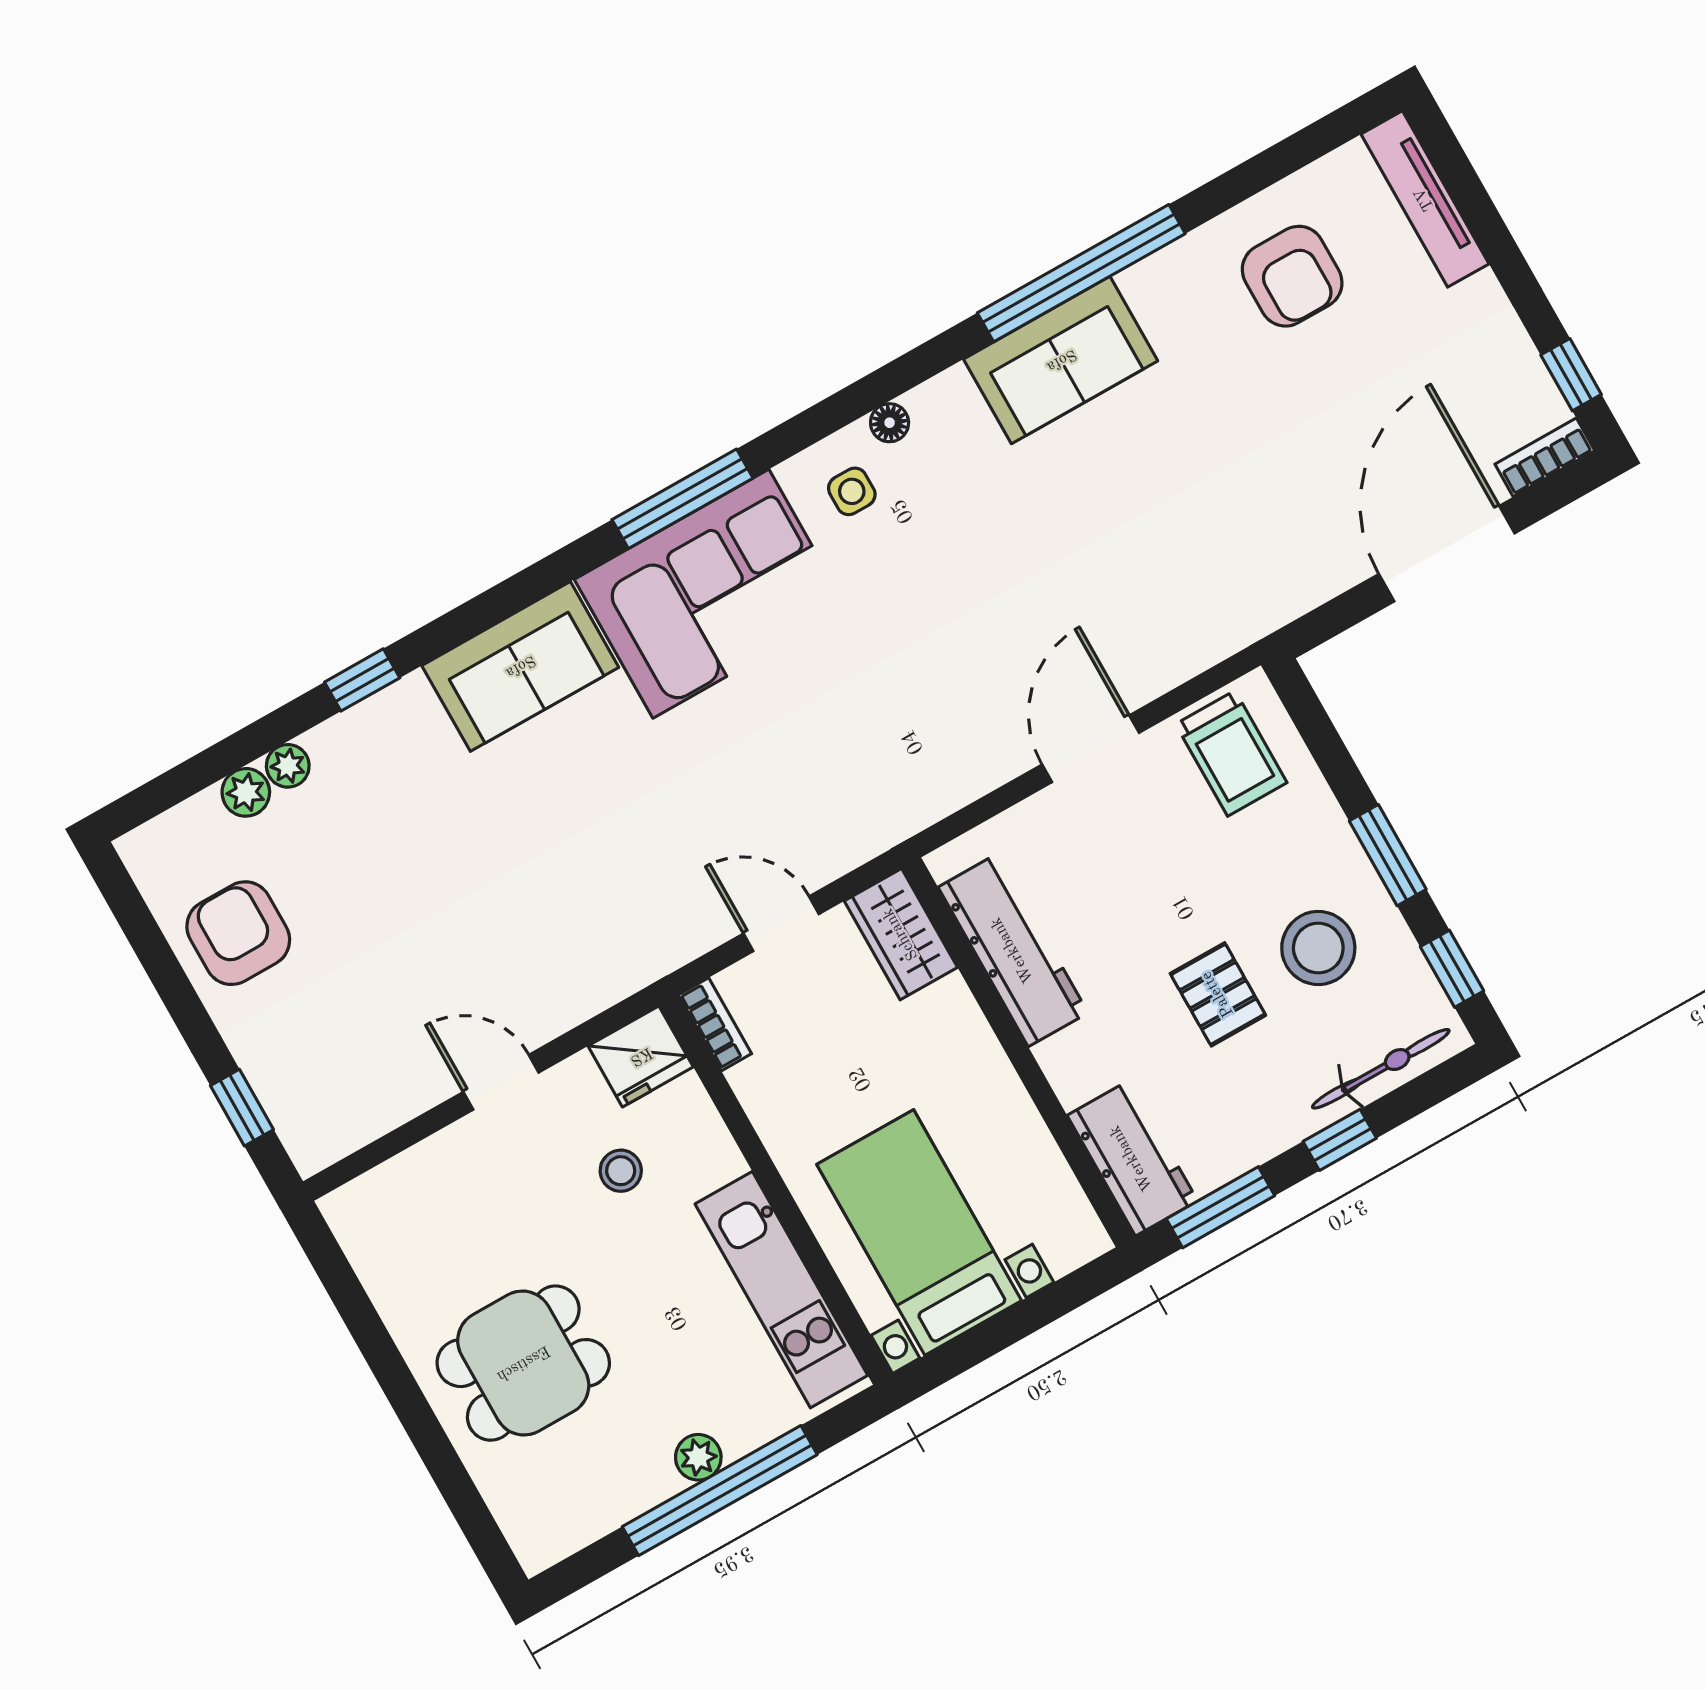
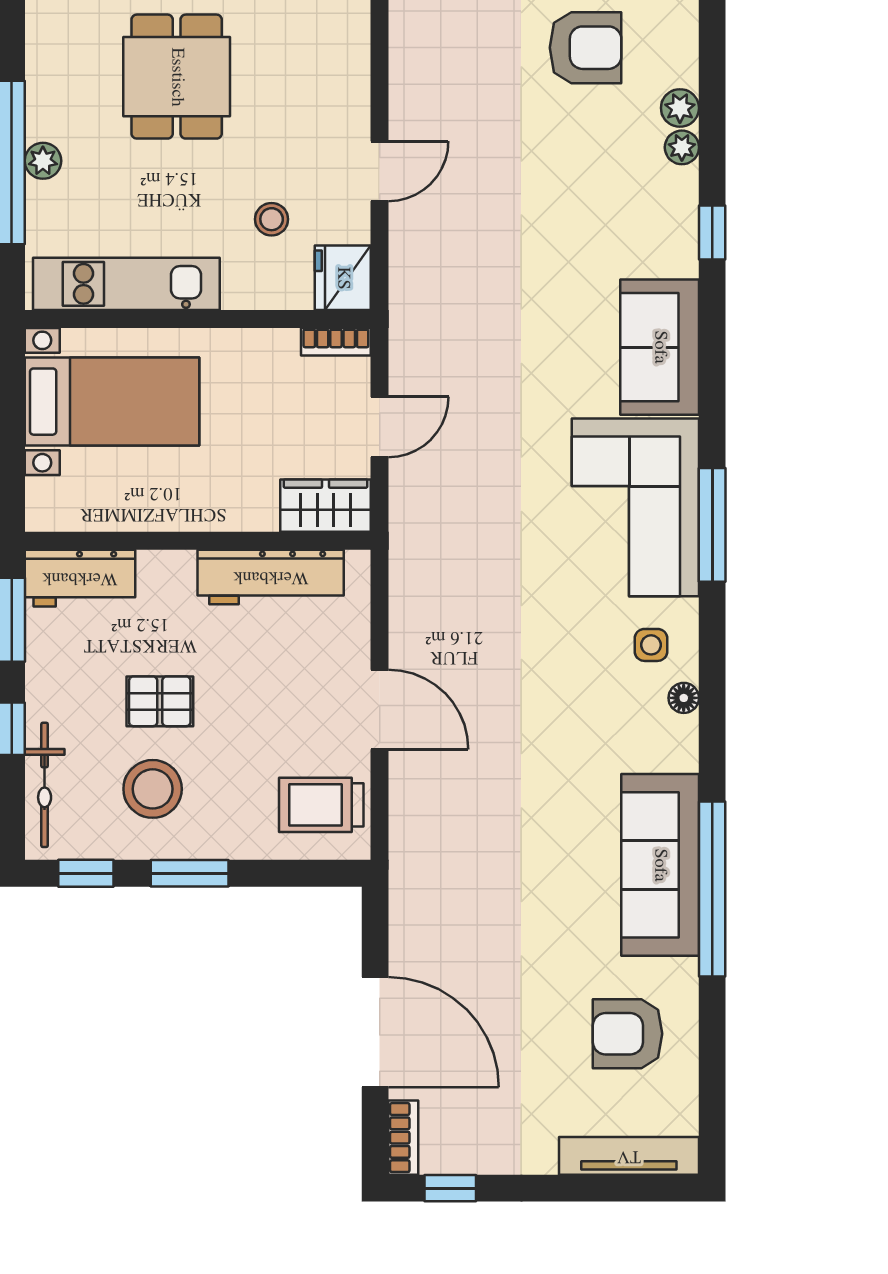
sofa: (1061, 360) -> (660, 865), width x1.36

